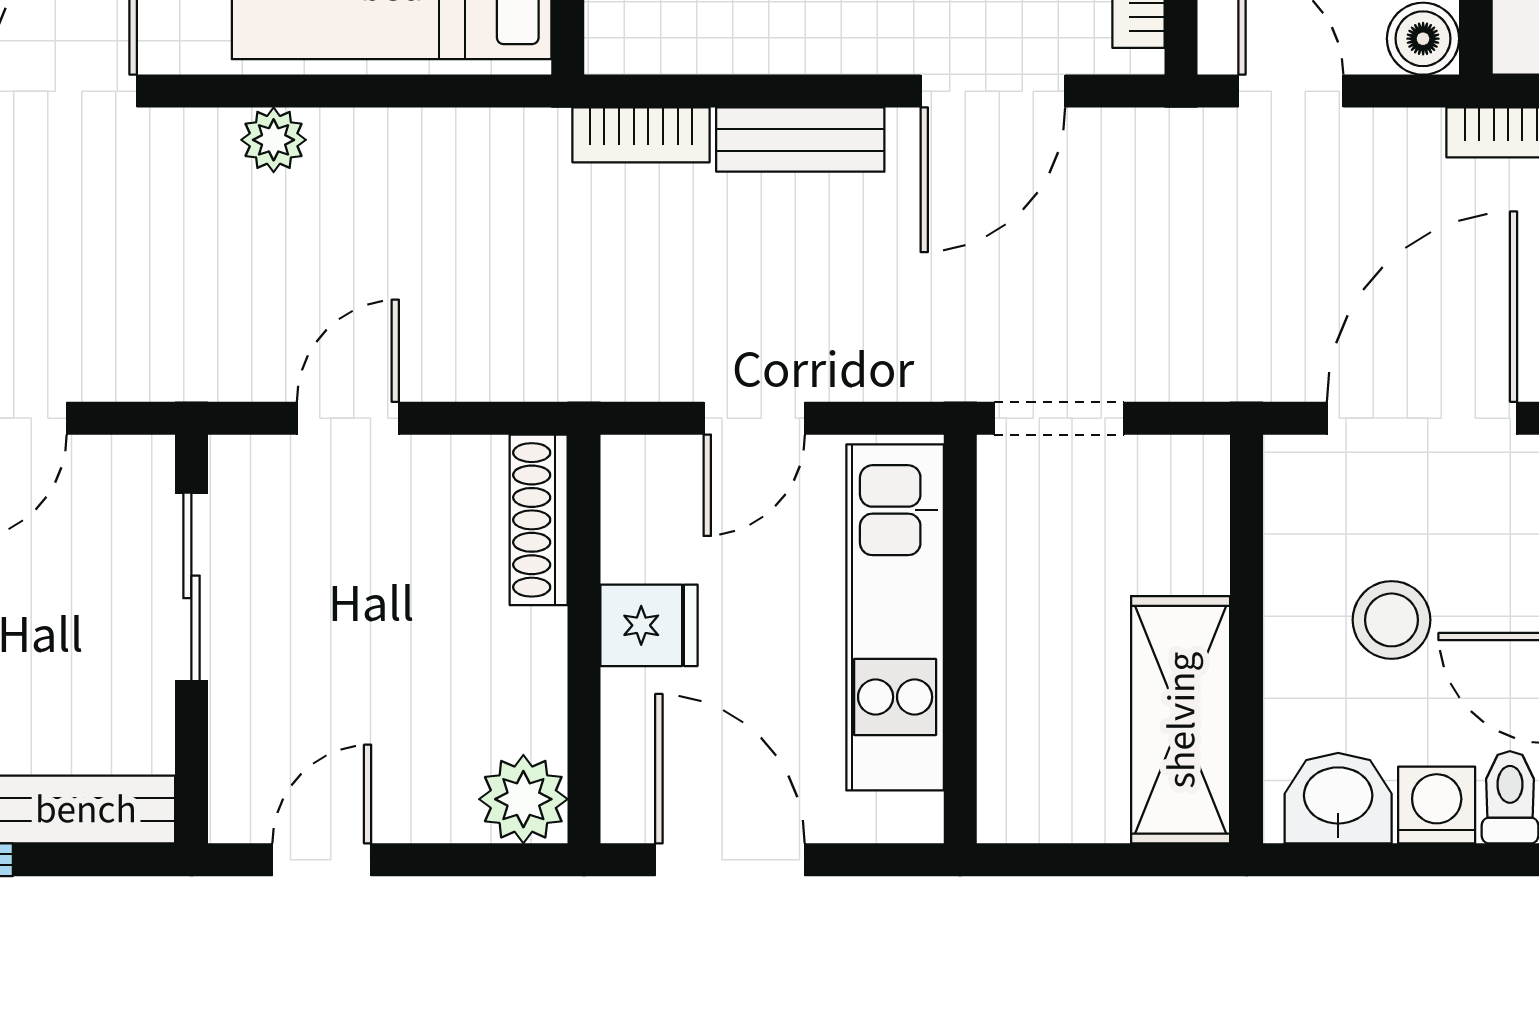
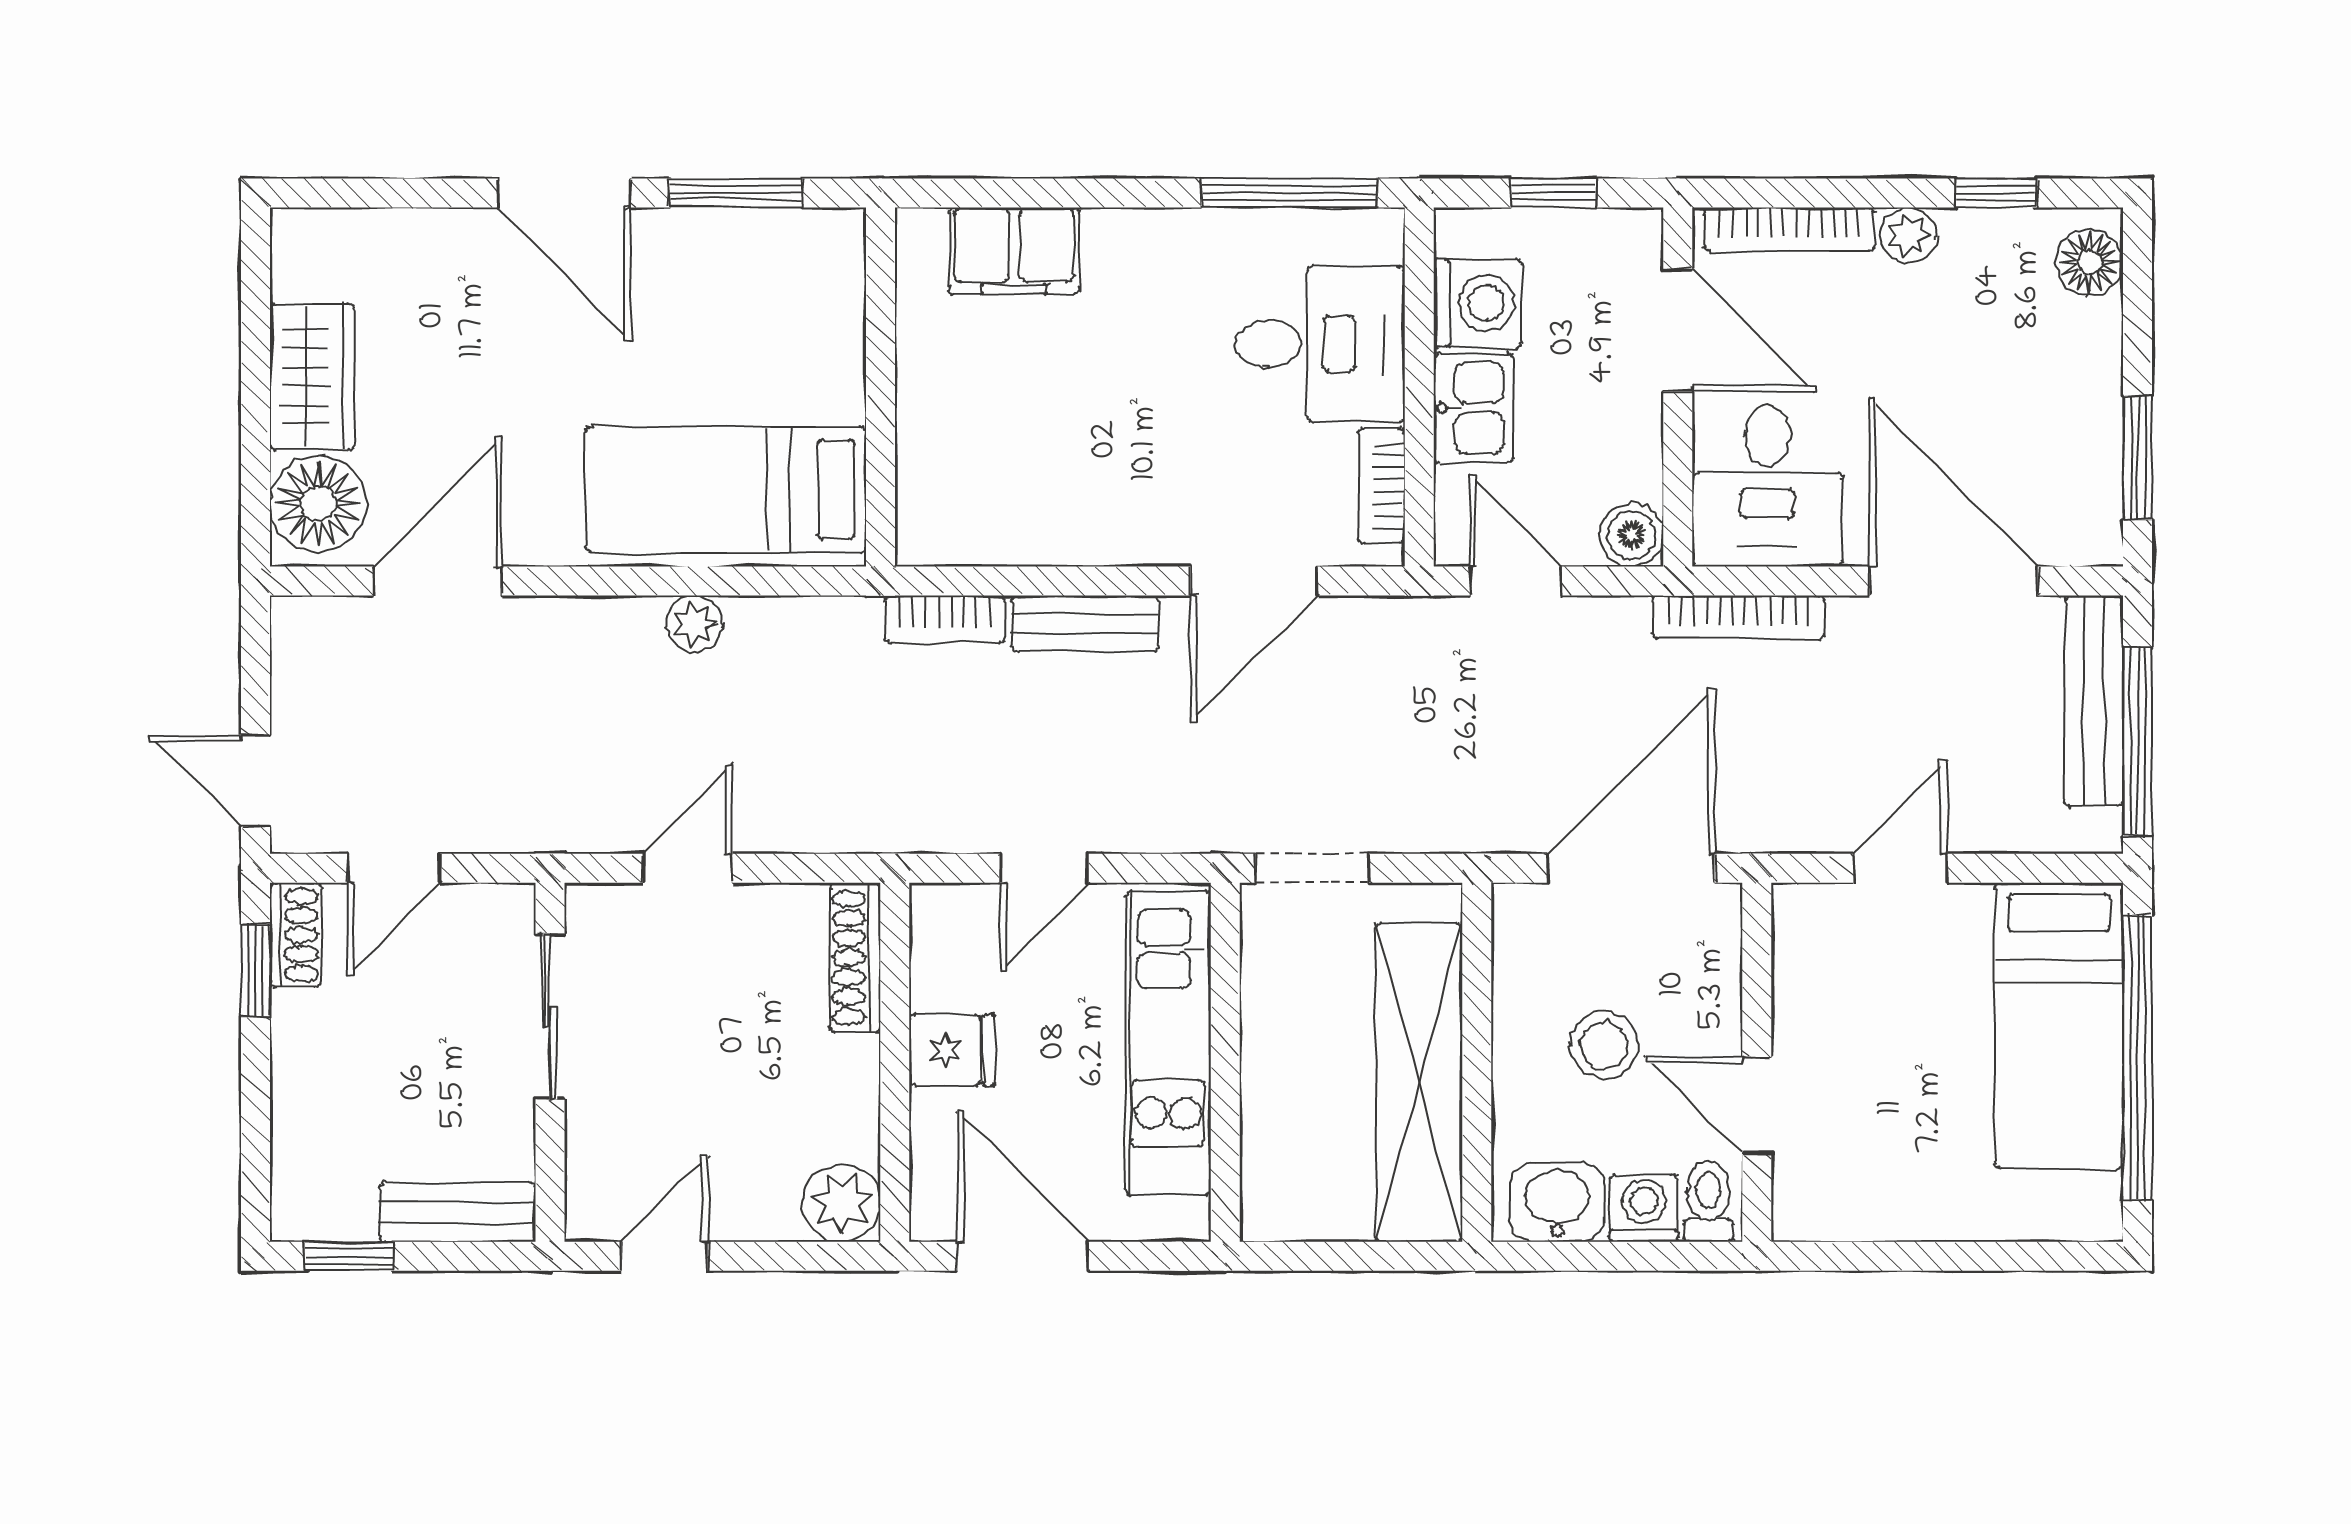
plant: (274, 140) -> (694, 624), moved
shelving: (1181, 720) -> (1419, 1082), width x1.47

